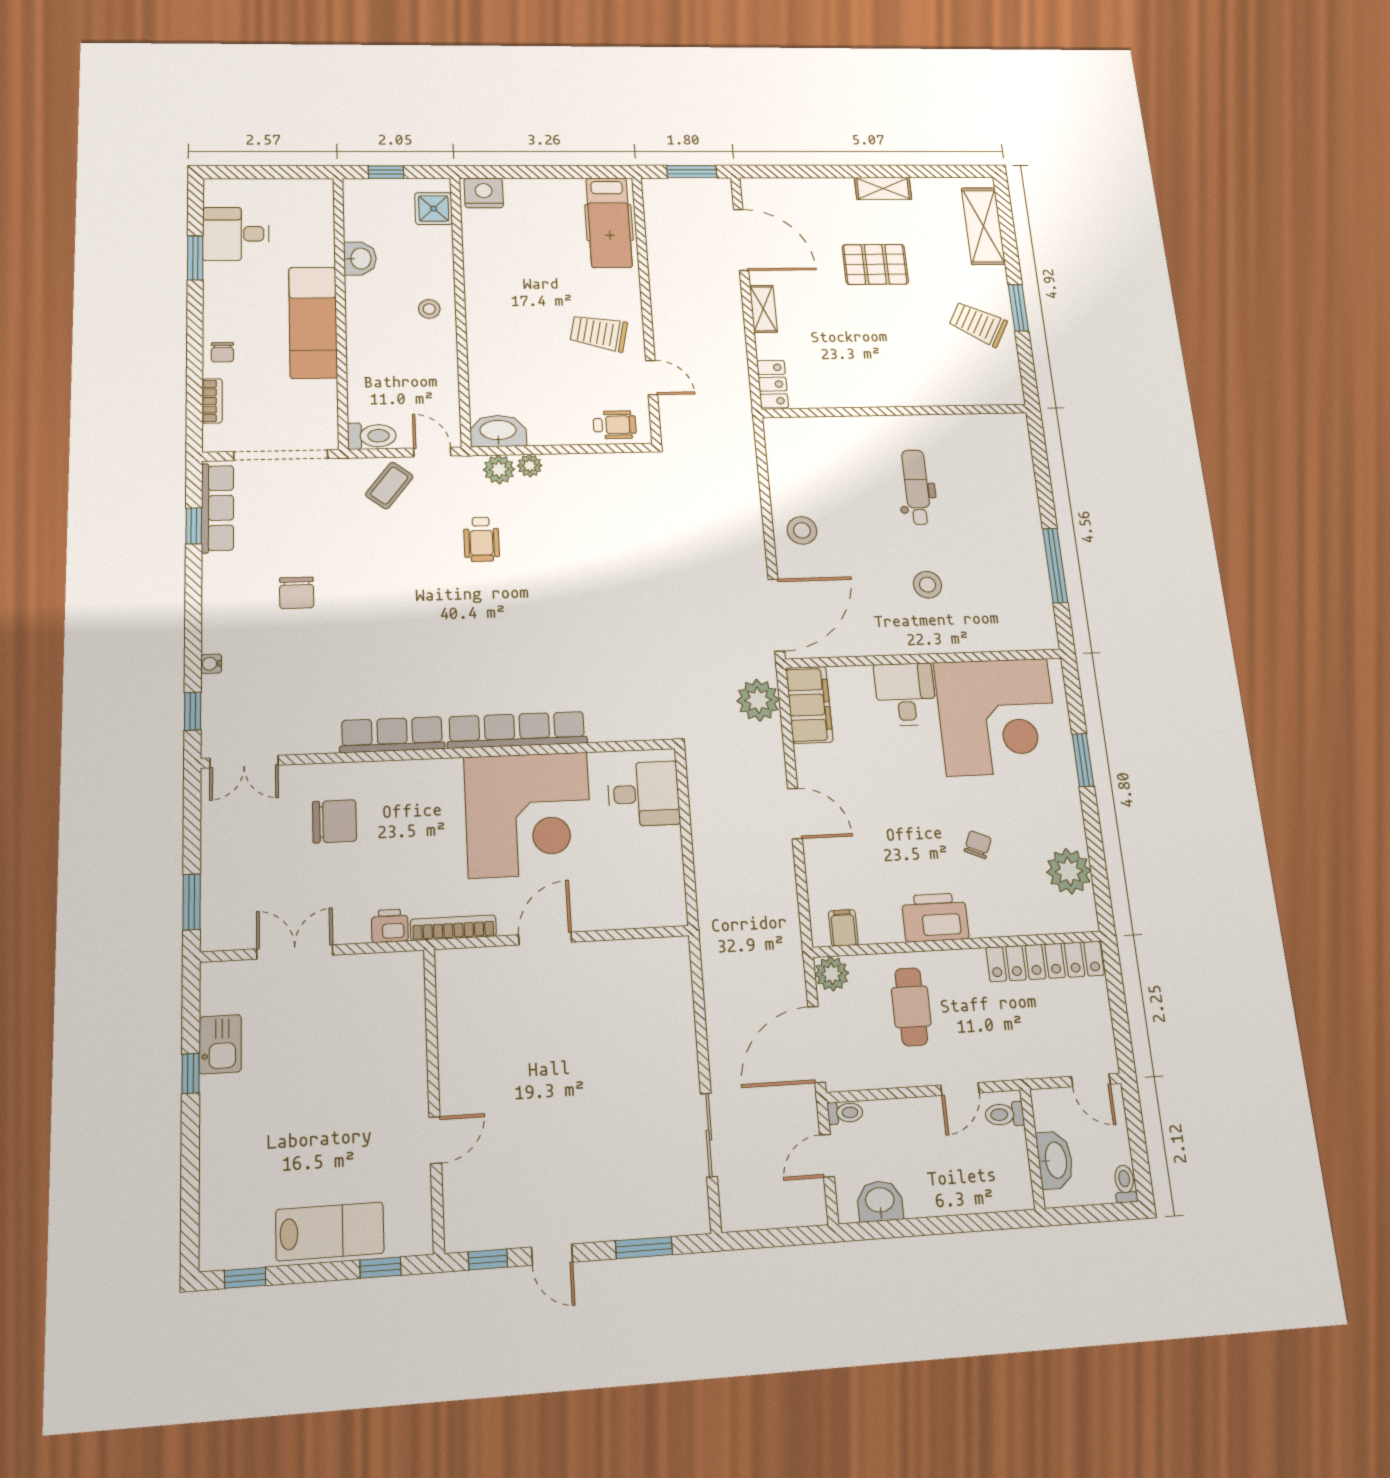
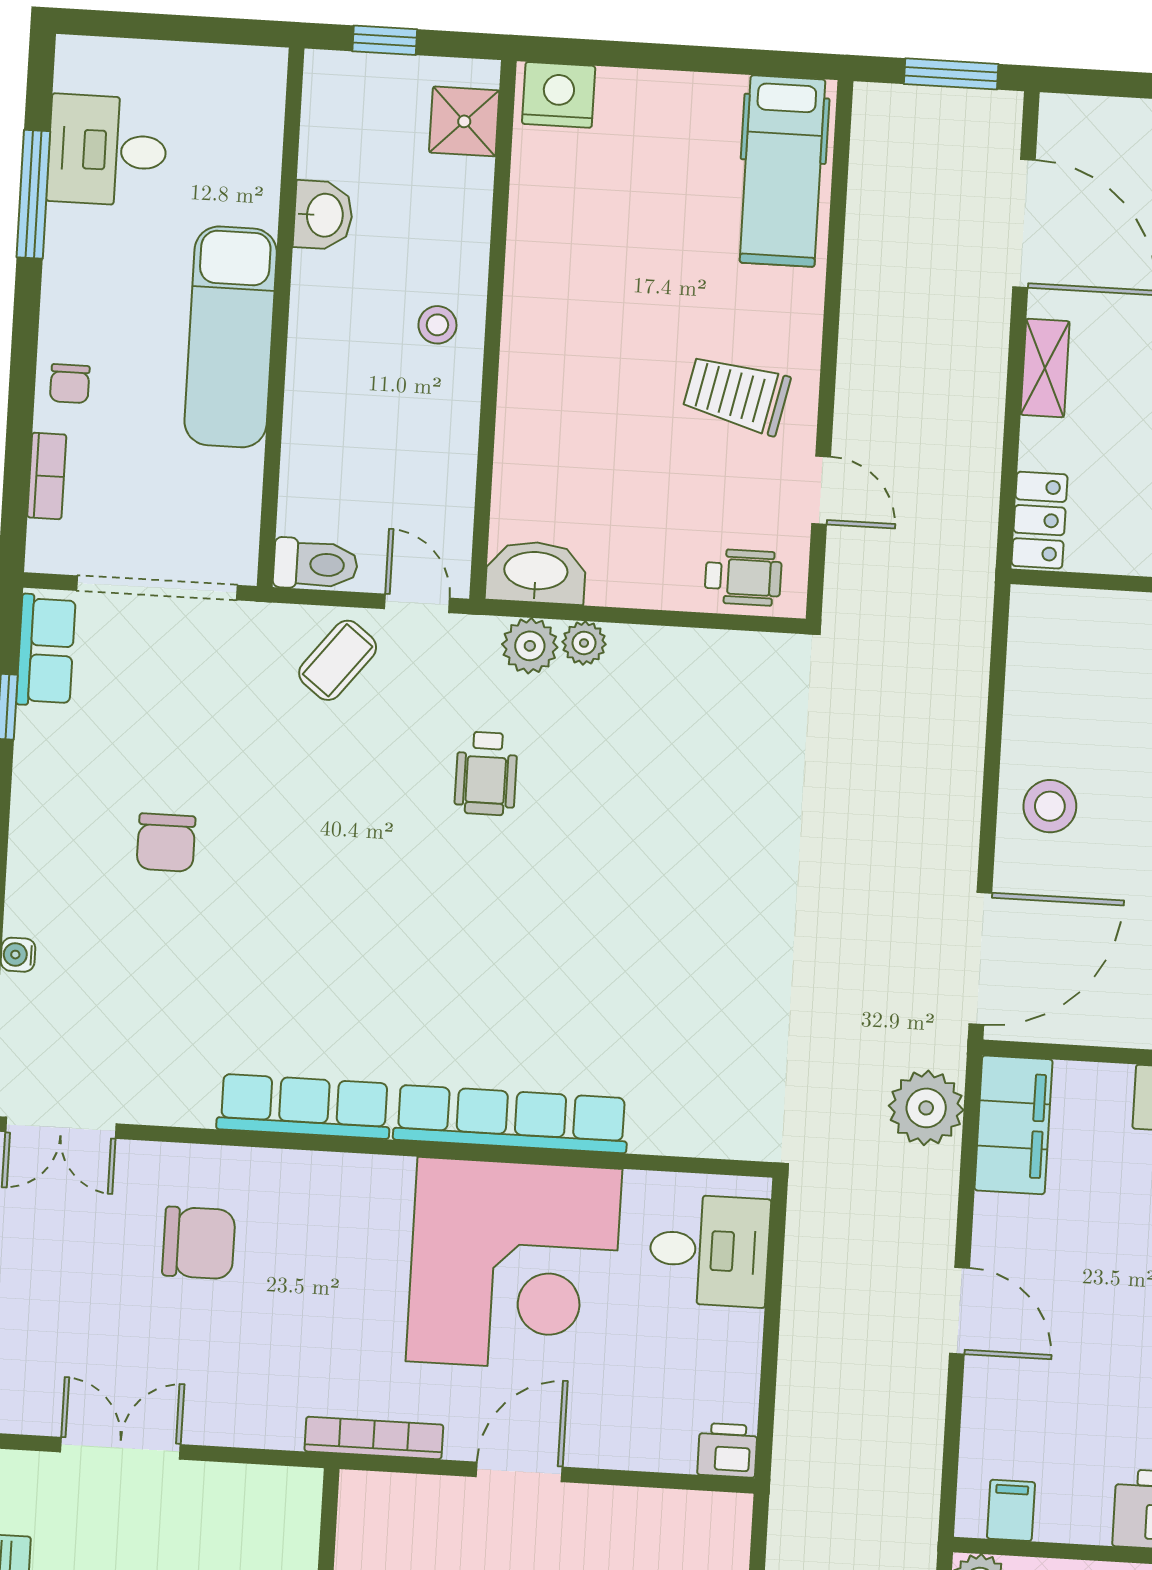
window: (195, 258) -> (33, 194), width x1.44
row of seats: (218, 508) -> (46, 650), width x0.68
printer: (390, 926) -> (727, 1450), moved

